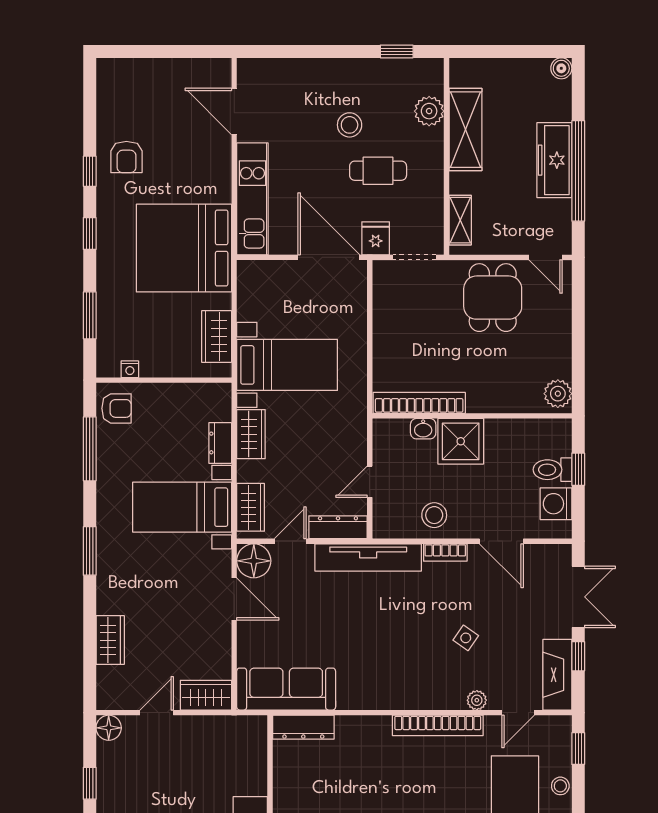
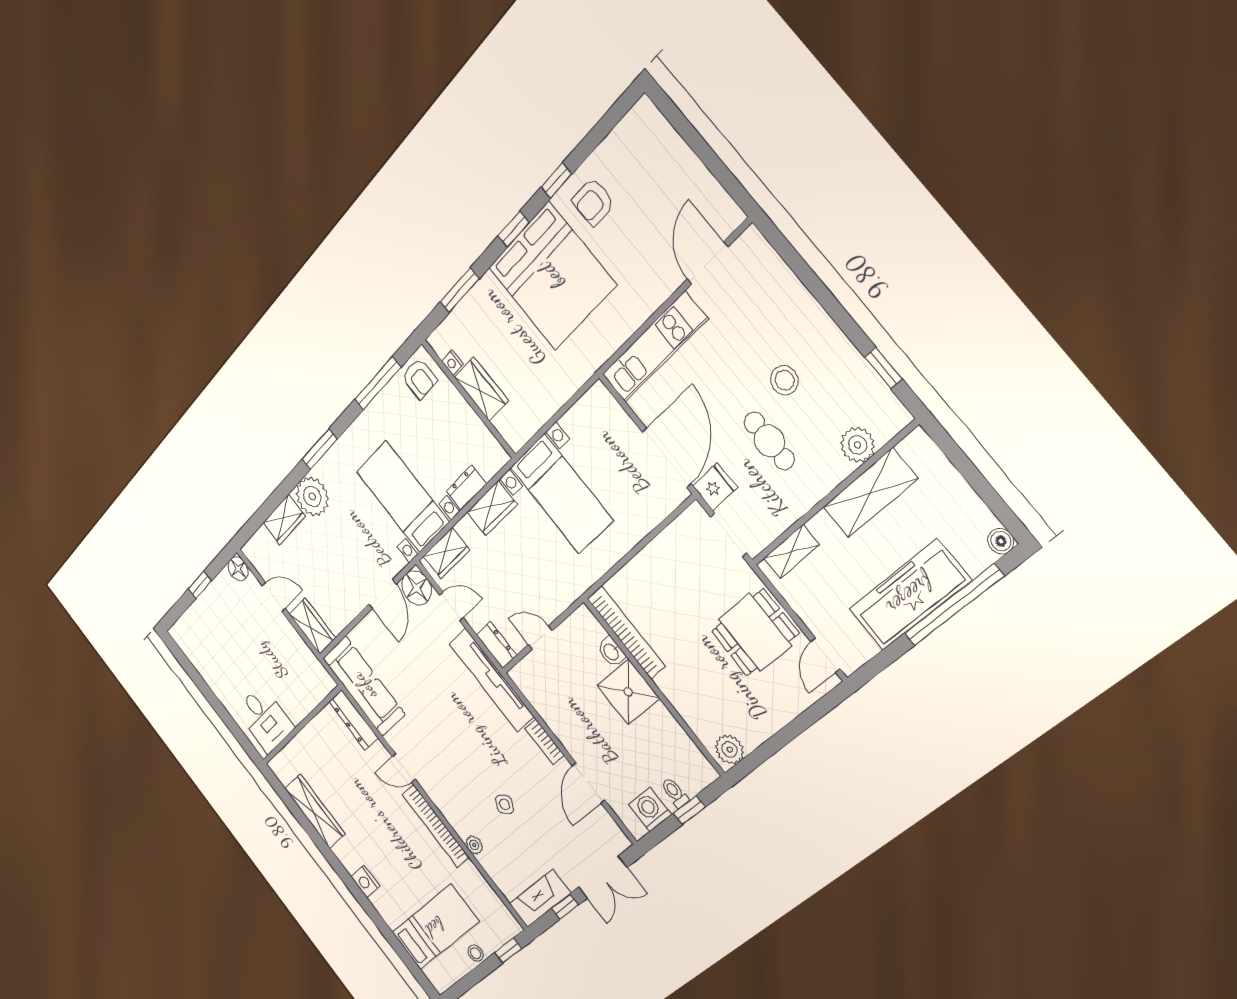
freezer: (554, 160) -> (910, 595), width x1.36, depth x1.26
window: (578, 171) -> (954, 605), moved
bed: (184, 248) -> (552, 276), moved, turned 180
wardrobe: (217, 336) -> (481, 389), moved, turned 90
toilet: (552, 470) -> (675, 793), width x0.73, depth x0.72
stool: (434, 515) -> (561, 712), removed
dresser: (338, 527) -> (496, 645), width x0.70
plant: (116, 594) -> (312, 496), added
door: (518, 713) -> (404, 768), moved

